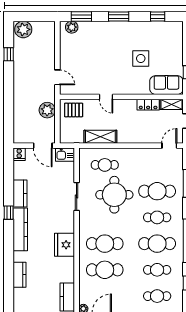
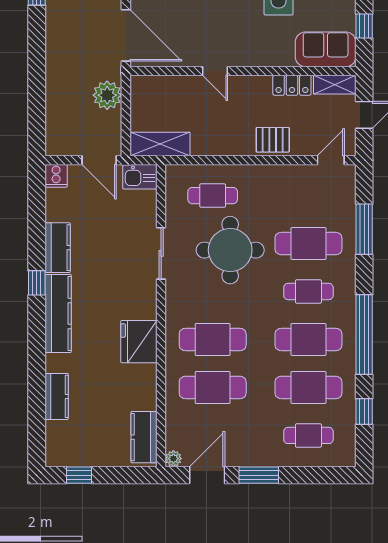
door: (57, 77) -> (126, 35), width x1.88
pallet: (74, 110) -> (273, 140), moved
shelving: (100, 137) -> (160, 144), moved
cafe table: (157, 270) -> (308, 387), width x1.37, depth x1.35

